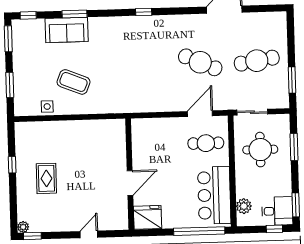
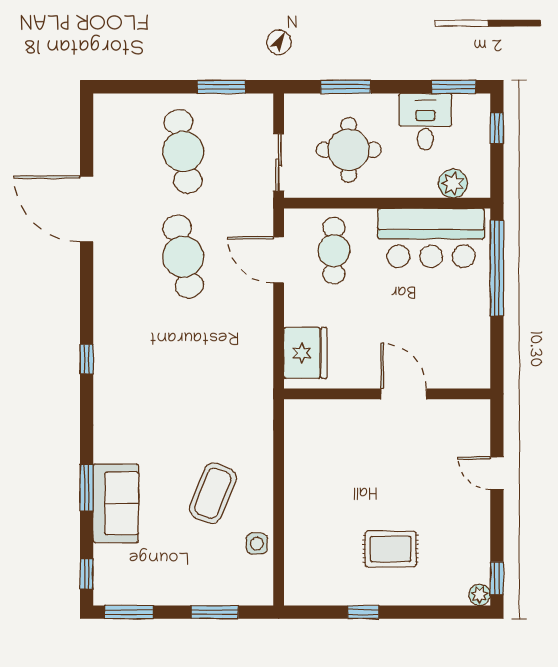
cafe table: (200, 62) -> (183, 257), turned -36
desk: (277, 211) -> (425, 122), moved
fridge: (148, 217) -> (305, 353), moved, turned 180

